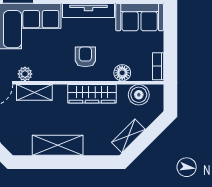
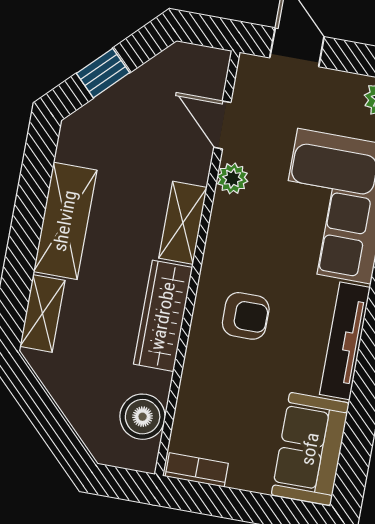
floor lamp: (122, 73) -> (197, 389), removed
shelving: (34, 92) -> (183, 223), moved
shelving: (128, 136) -> (42, 313), moved, turned 45

